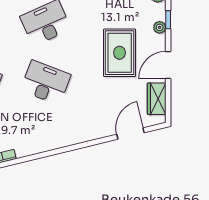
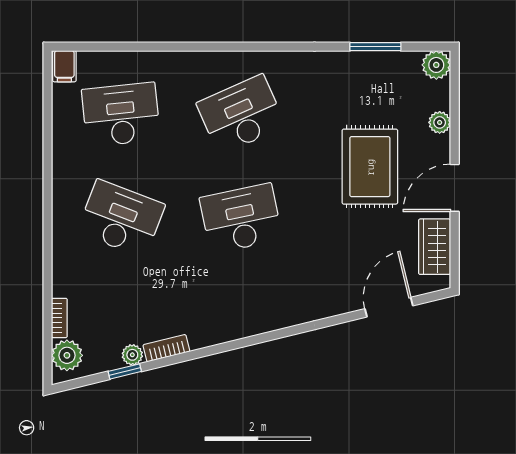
window: (168, 20) -> (455, 109), removed
desk: (46, 83) -> (241, 218), turned -33

